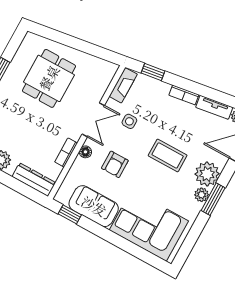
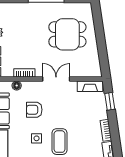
double door: (93, 120) -> (56, 79), swing flipped
side table: (129, 121) -> (37, 138), moved
floor lamp: (85, 152) -> (17, 86), moved

